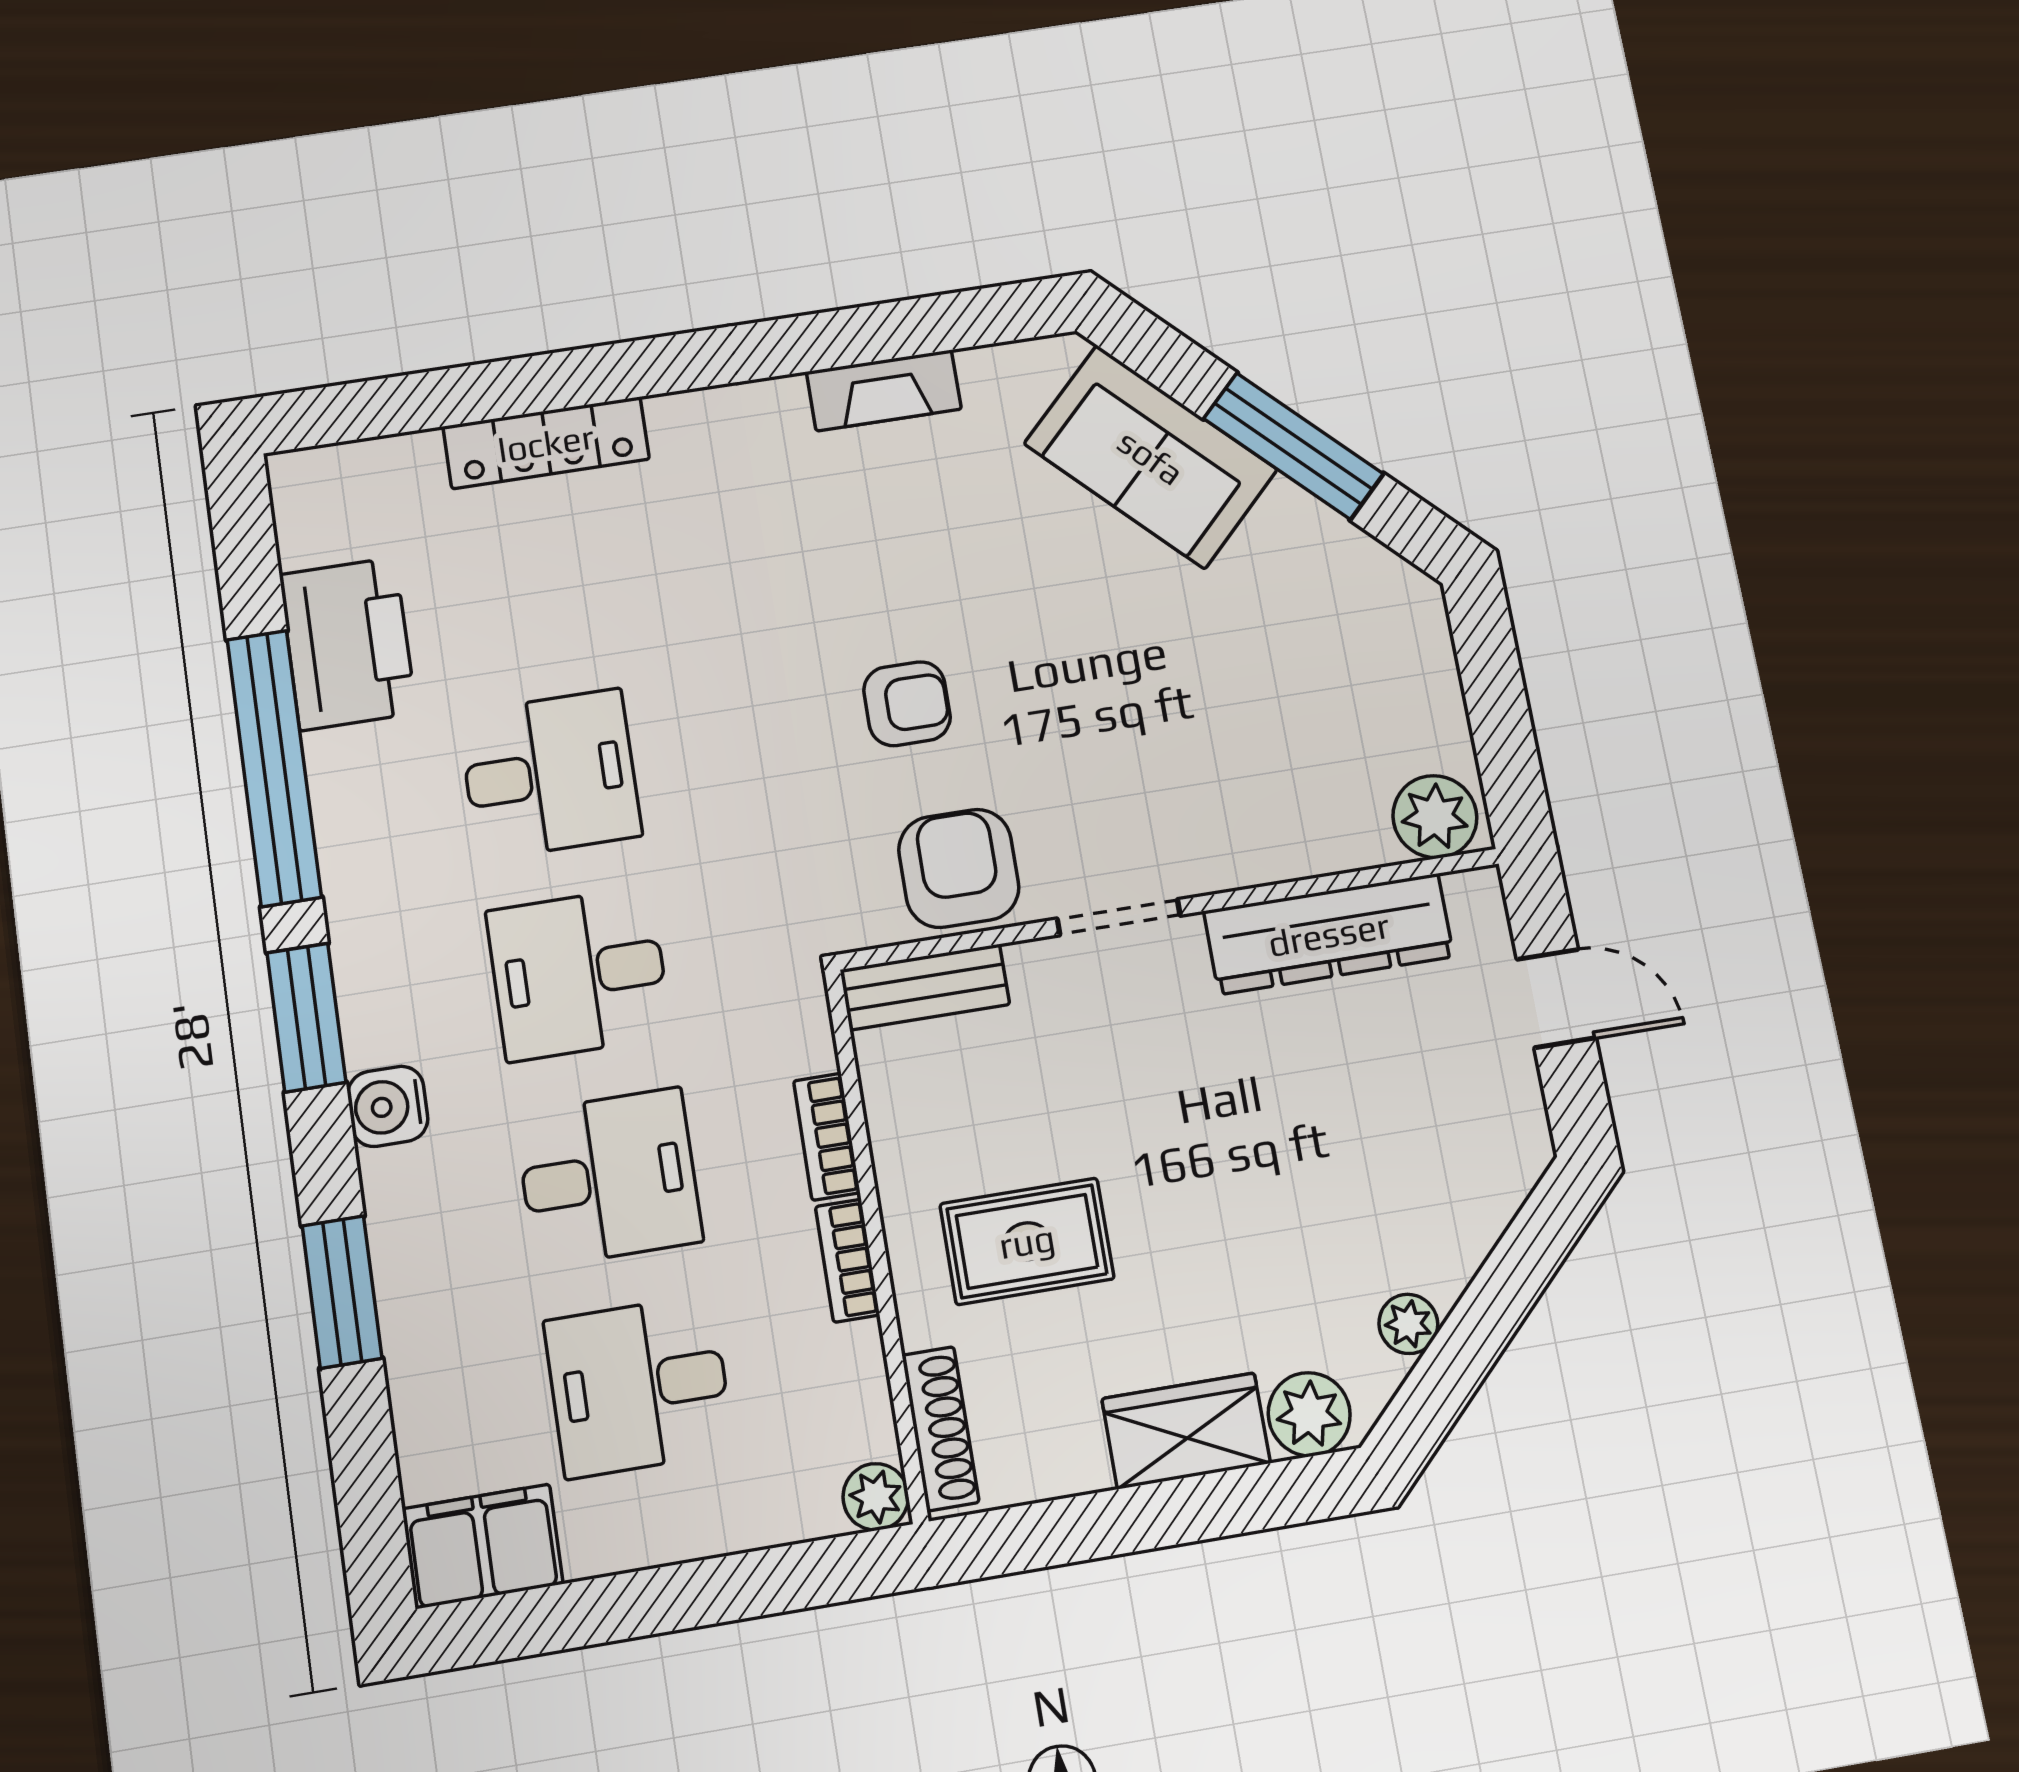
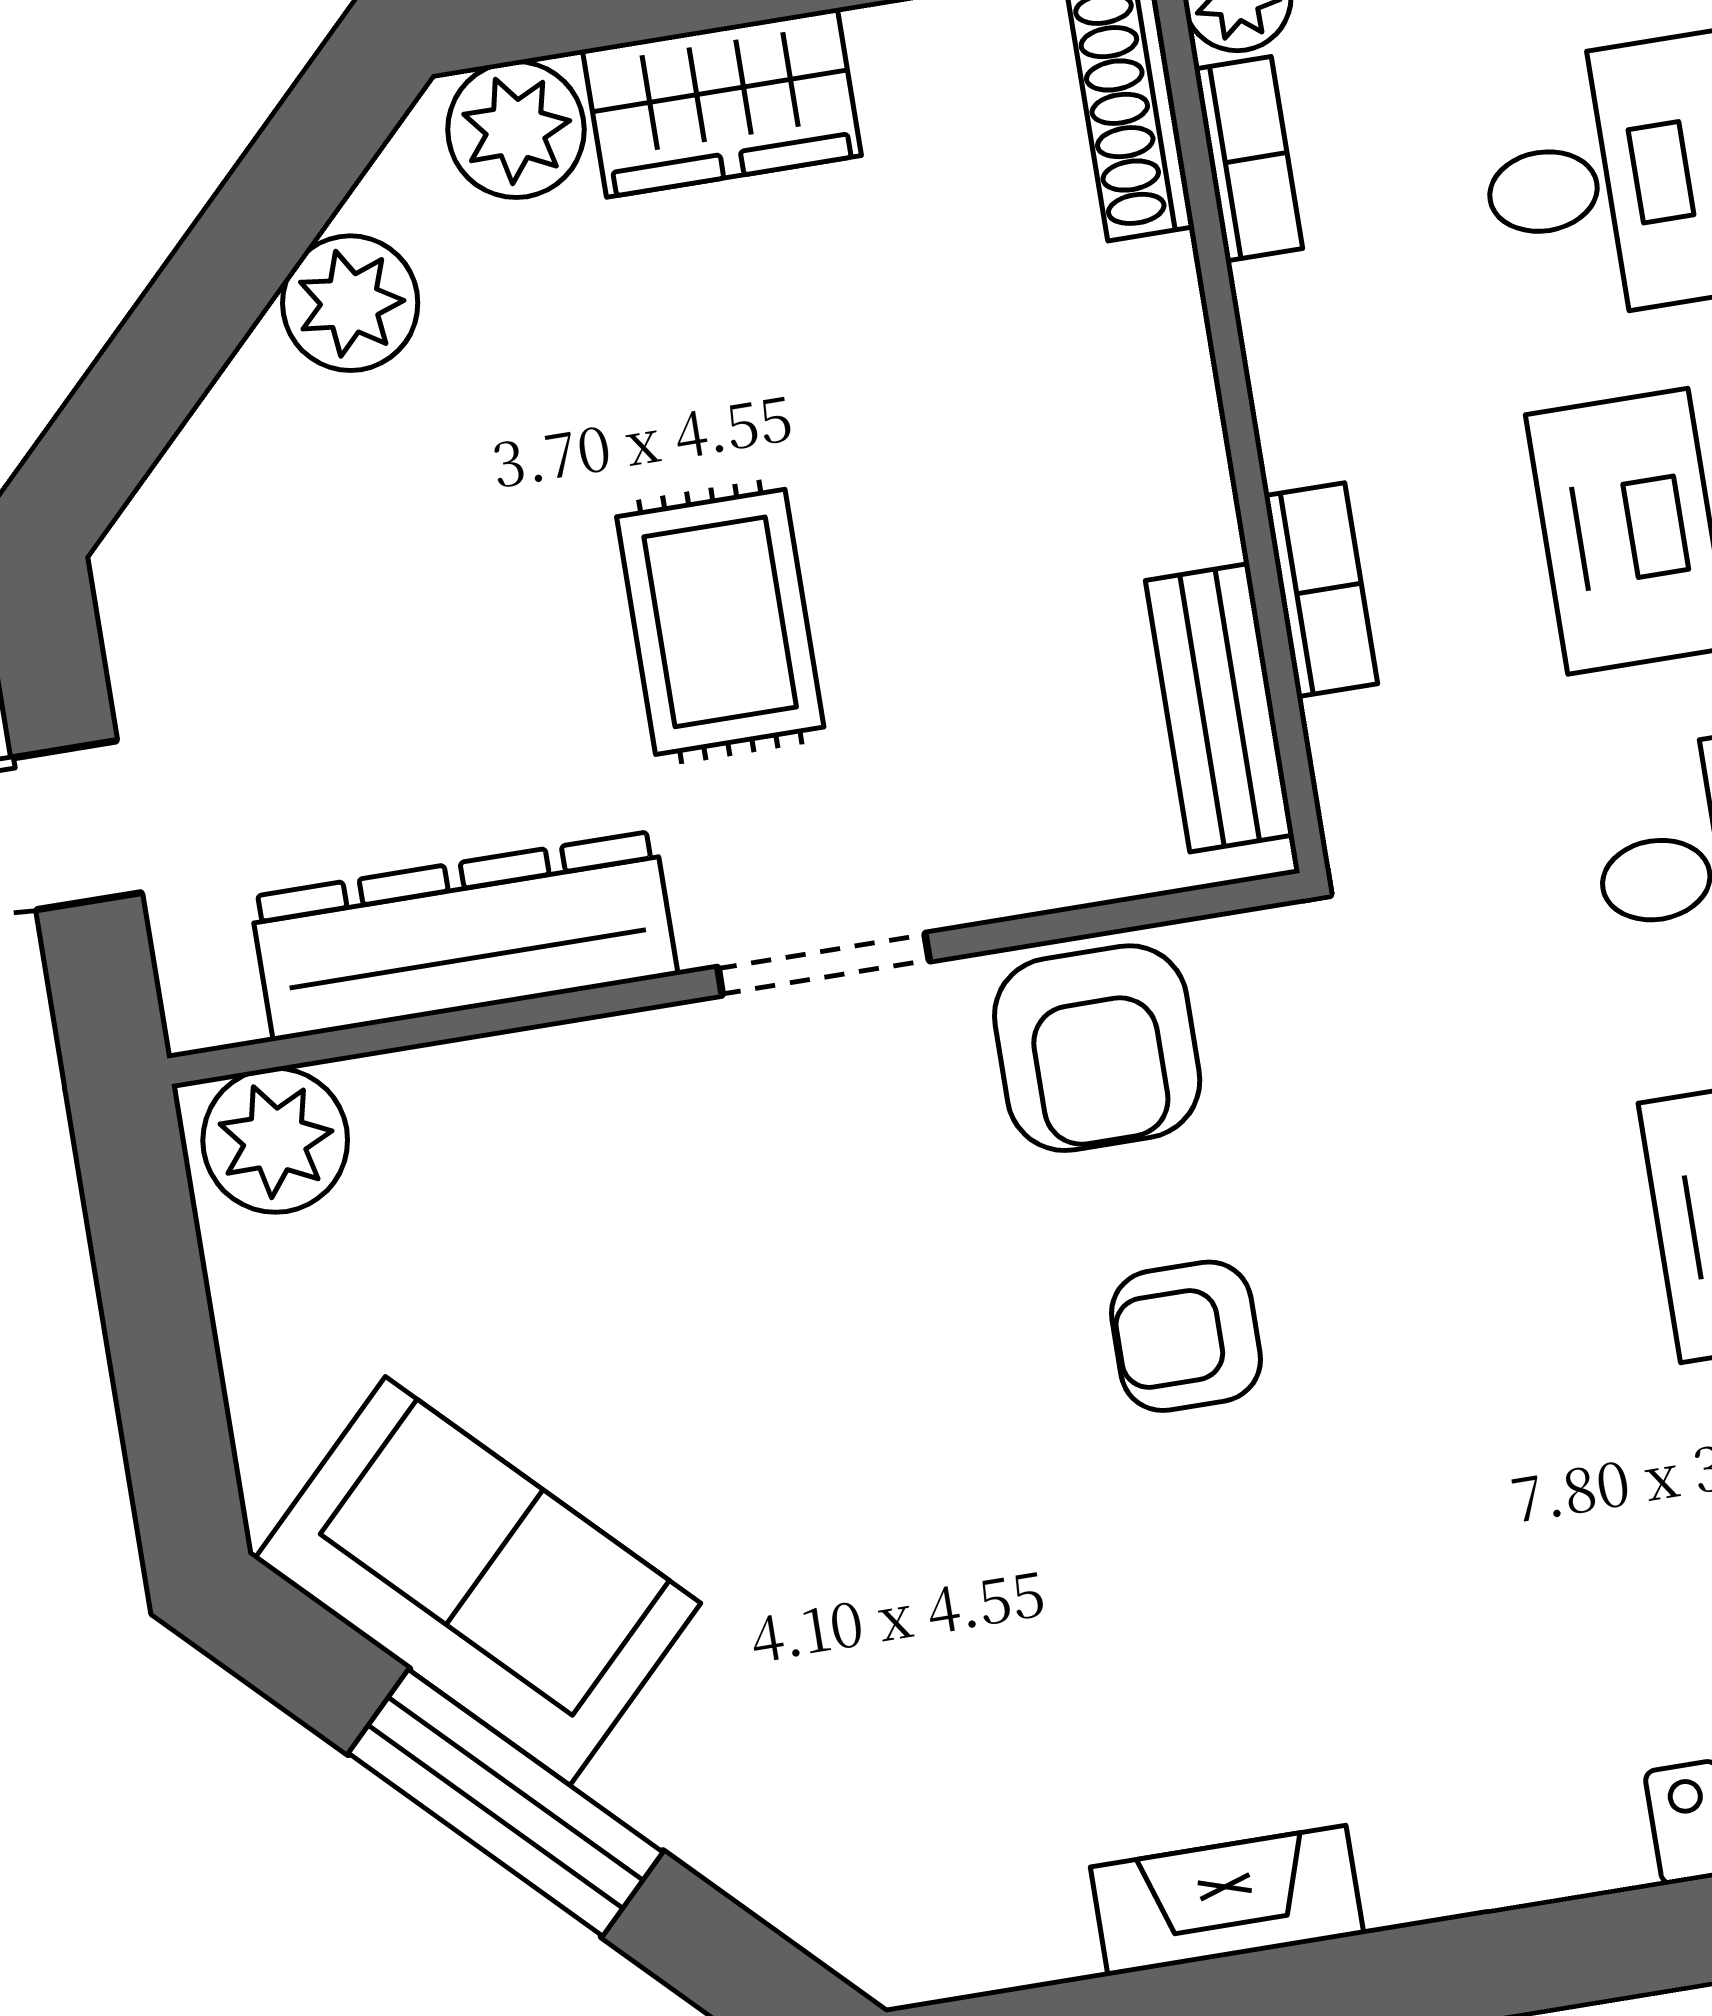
sofa: (1151, 457) -> (478, 1581), moved
bench: (925, 987) -> (1220, 708), moved, turned 90
rug: (1027, 1241) -> (720, 622), moved, turned 90
bookcase: (847, 1261) -> (1249, 159), moved
plant: (1408, 1324) -> (350, 303), width x1.38, depth x1.38

